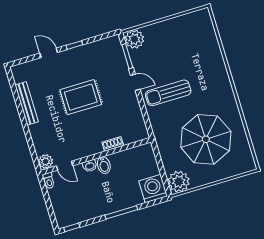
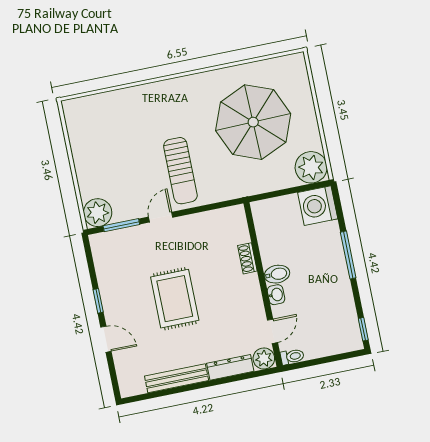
door: (49, 53) -> (106, 339), swing flipped
dresser: (37, 139) -> (230, 367), added

